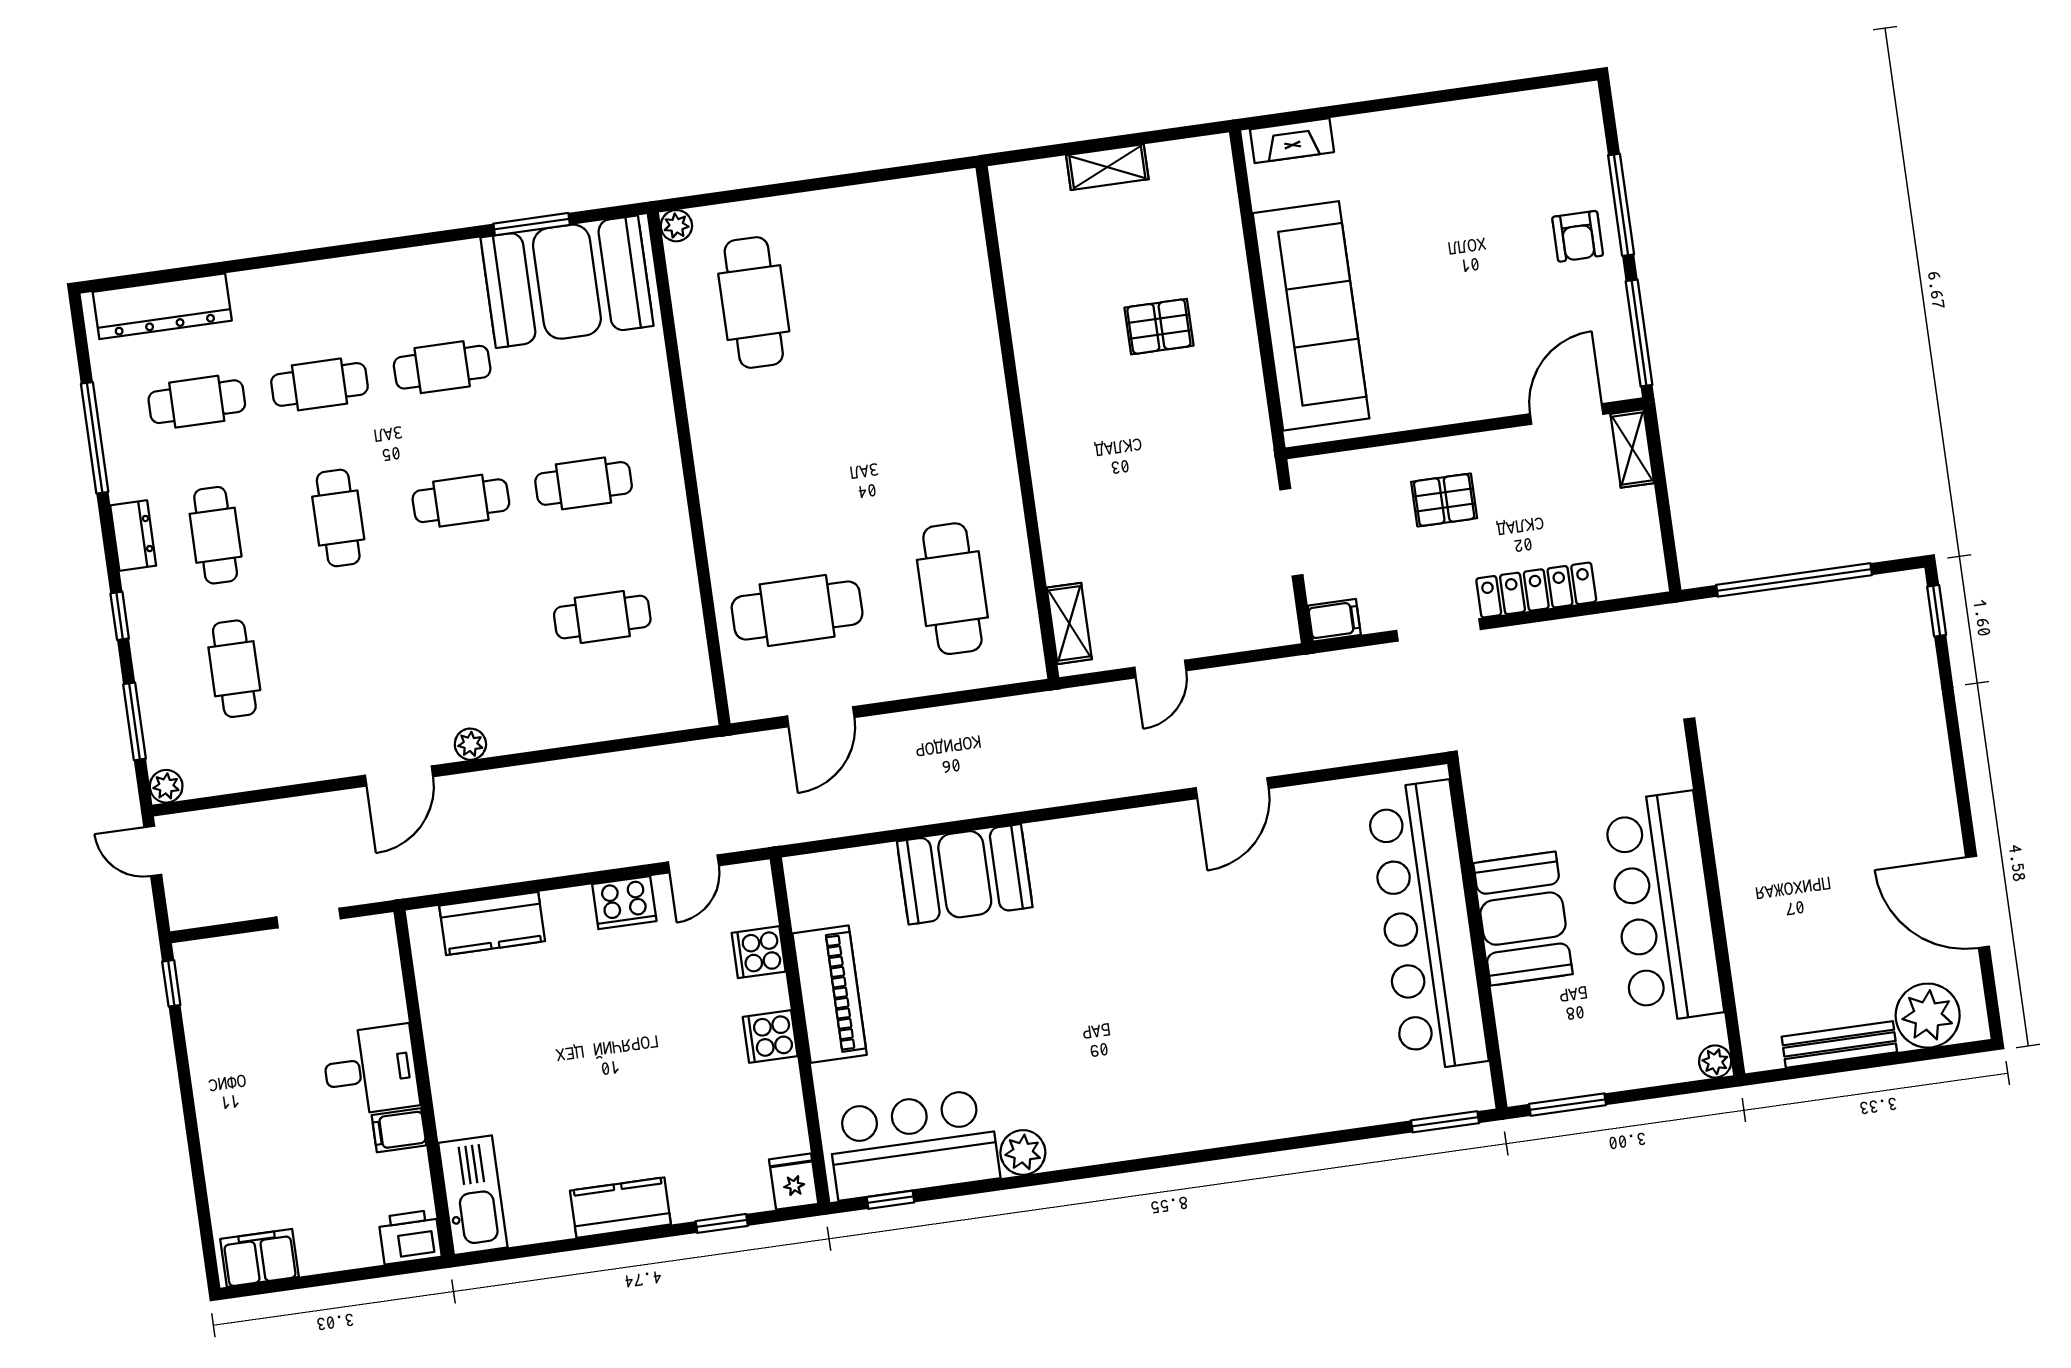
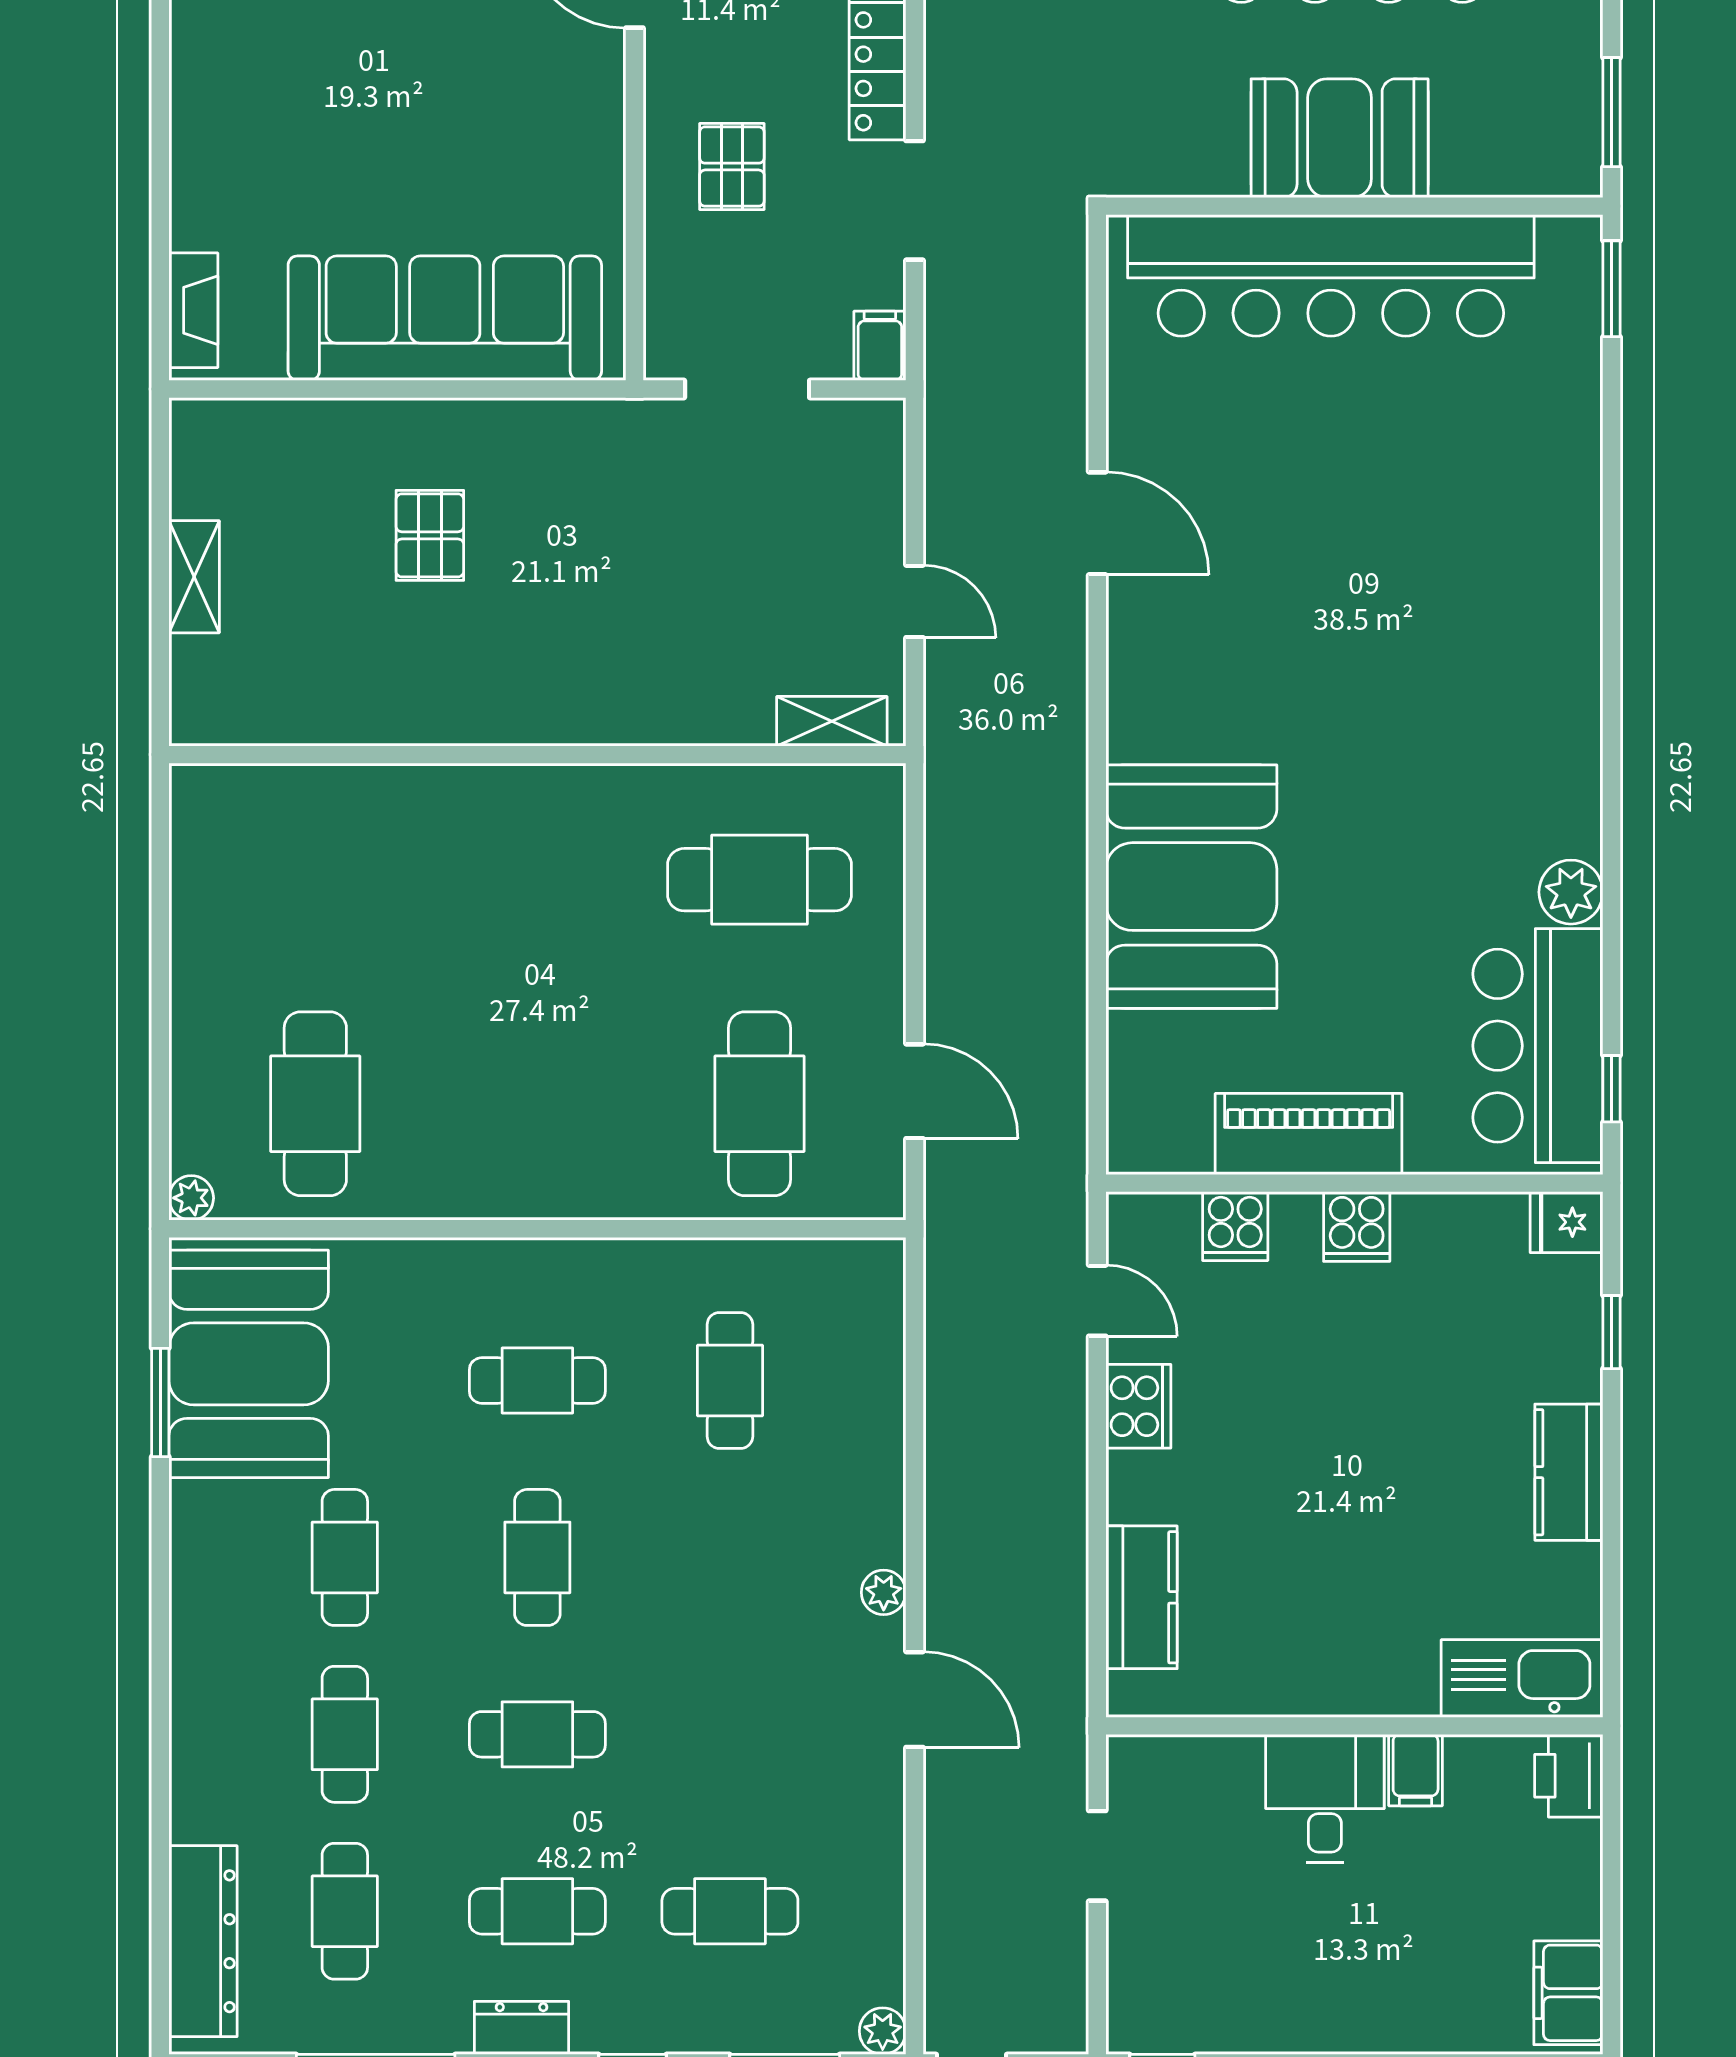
cafe table: (754, 303) -> (315, 1104), turned 90
cafe table: (584, 483) -> (537, 1380), turned 90
booth: (965, 874) -> (1191, 887), width x1.36, depth x1.42

